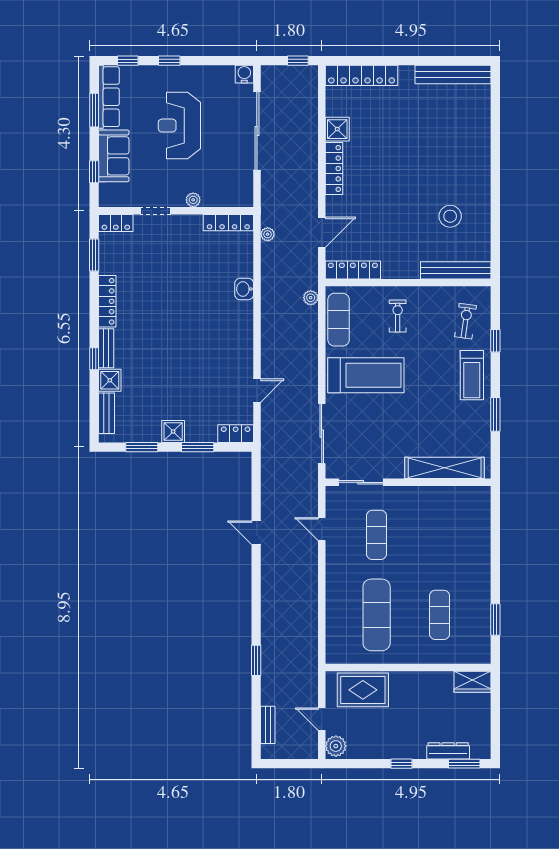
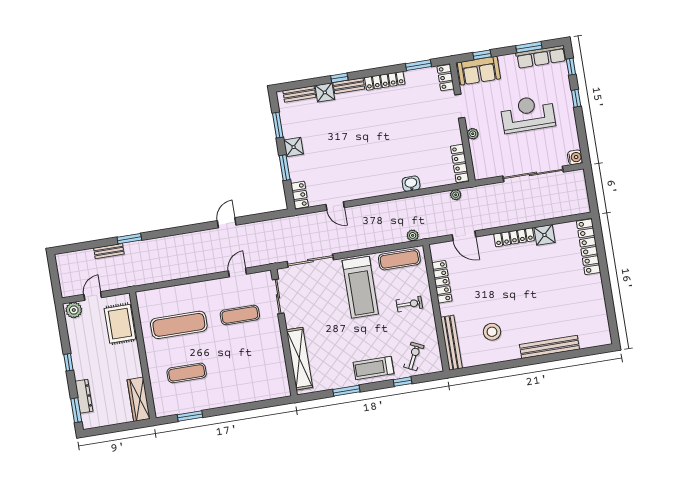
window: (298, 61) -> (592, 196), removed
bench: (453, 74) -> (549, 347), moved, turned 90
sofa: (114, 156) -> (479, 71), moved
locker: (353, 270) -> (442, 282), moved
exercise bike: (466, 321) -> (414, 356), turned -72
wardrobe: (472, 682) -> (139, 399), width x1.50
bench: (268, 725) -> (109, 251), moved

